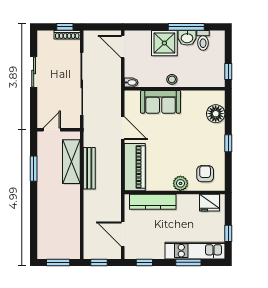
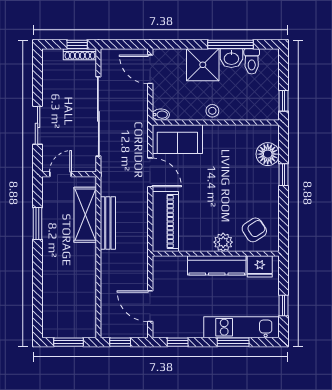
sliding door: (34, 72) -> (38, 125), moved
sofa: (161, 102) -> (177, 139), moved
window: (228, 143) -> (284, 175), moved
armchair: (205, 174) -> (254, 230), turned 57
kitchen counter: (153, 202) -> (217, 265), moved

